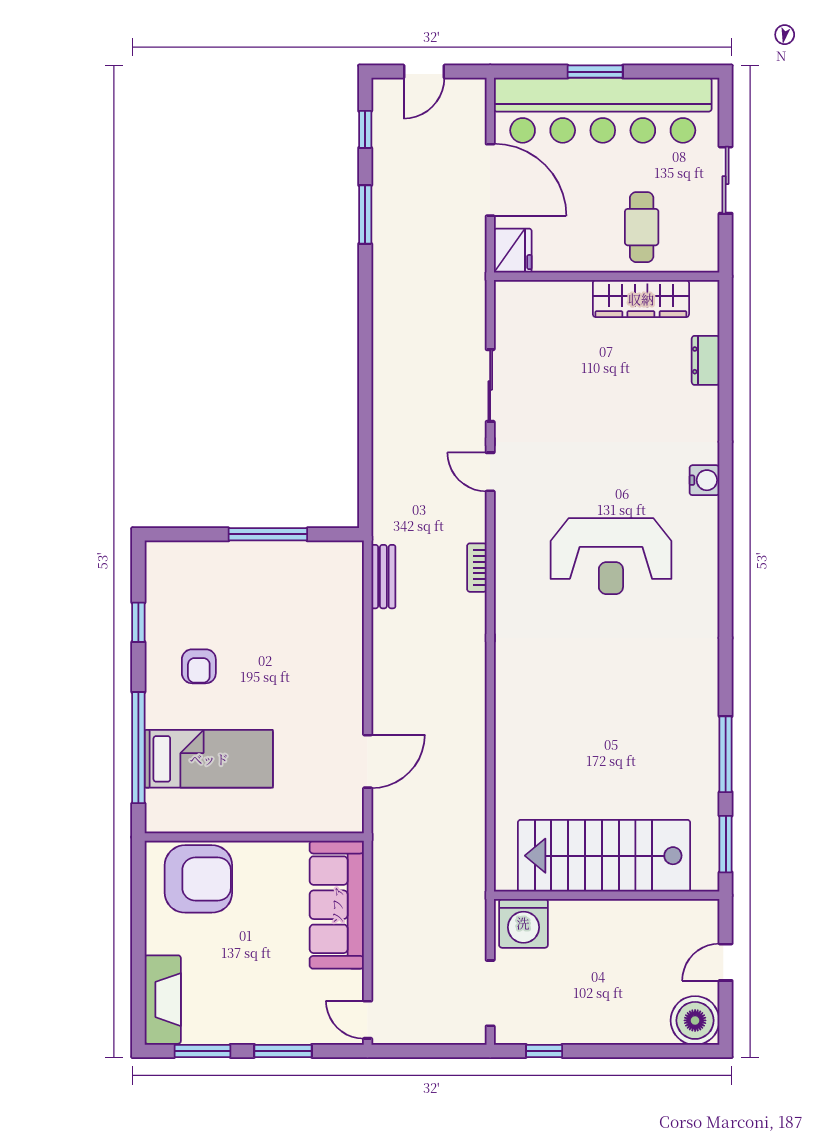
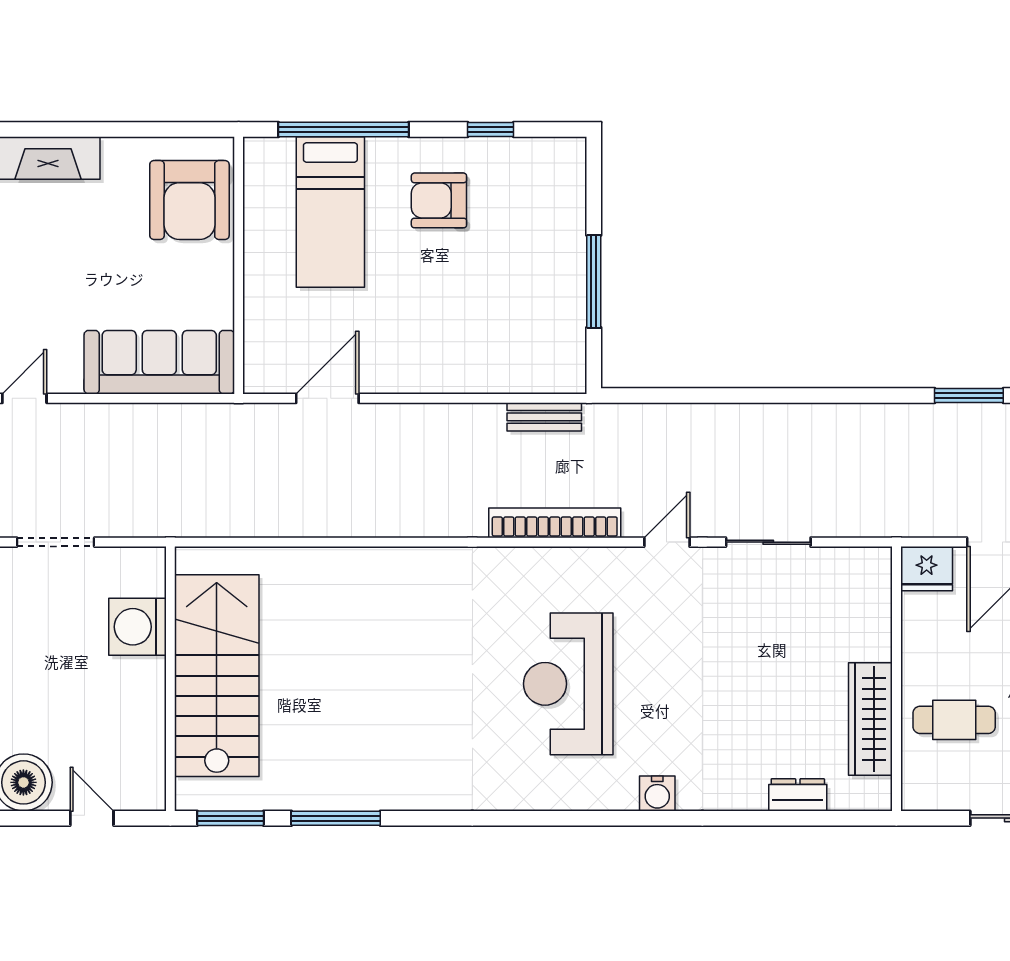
bookcase: (477, 568) -> (555, 523), width x2.31, depth x1.31
armchair: (199, 666) -> (439, 200), width x1.38, depth x1.38
door: (368, 761) -> (327, 398), swing flipped
washing machine: (523, 923) -> (137, 627), moved

